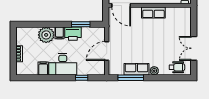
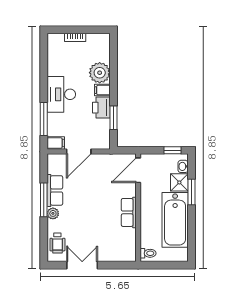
door: (107, 51) -> (79, 152), swing flipped
filing cabinet: (43, 69) -> (56, 143), moved
window: (82, 78) -> (44, 119), width x2.17
window: (131, 78) -> (44, 200), moved

